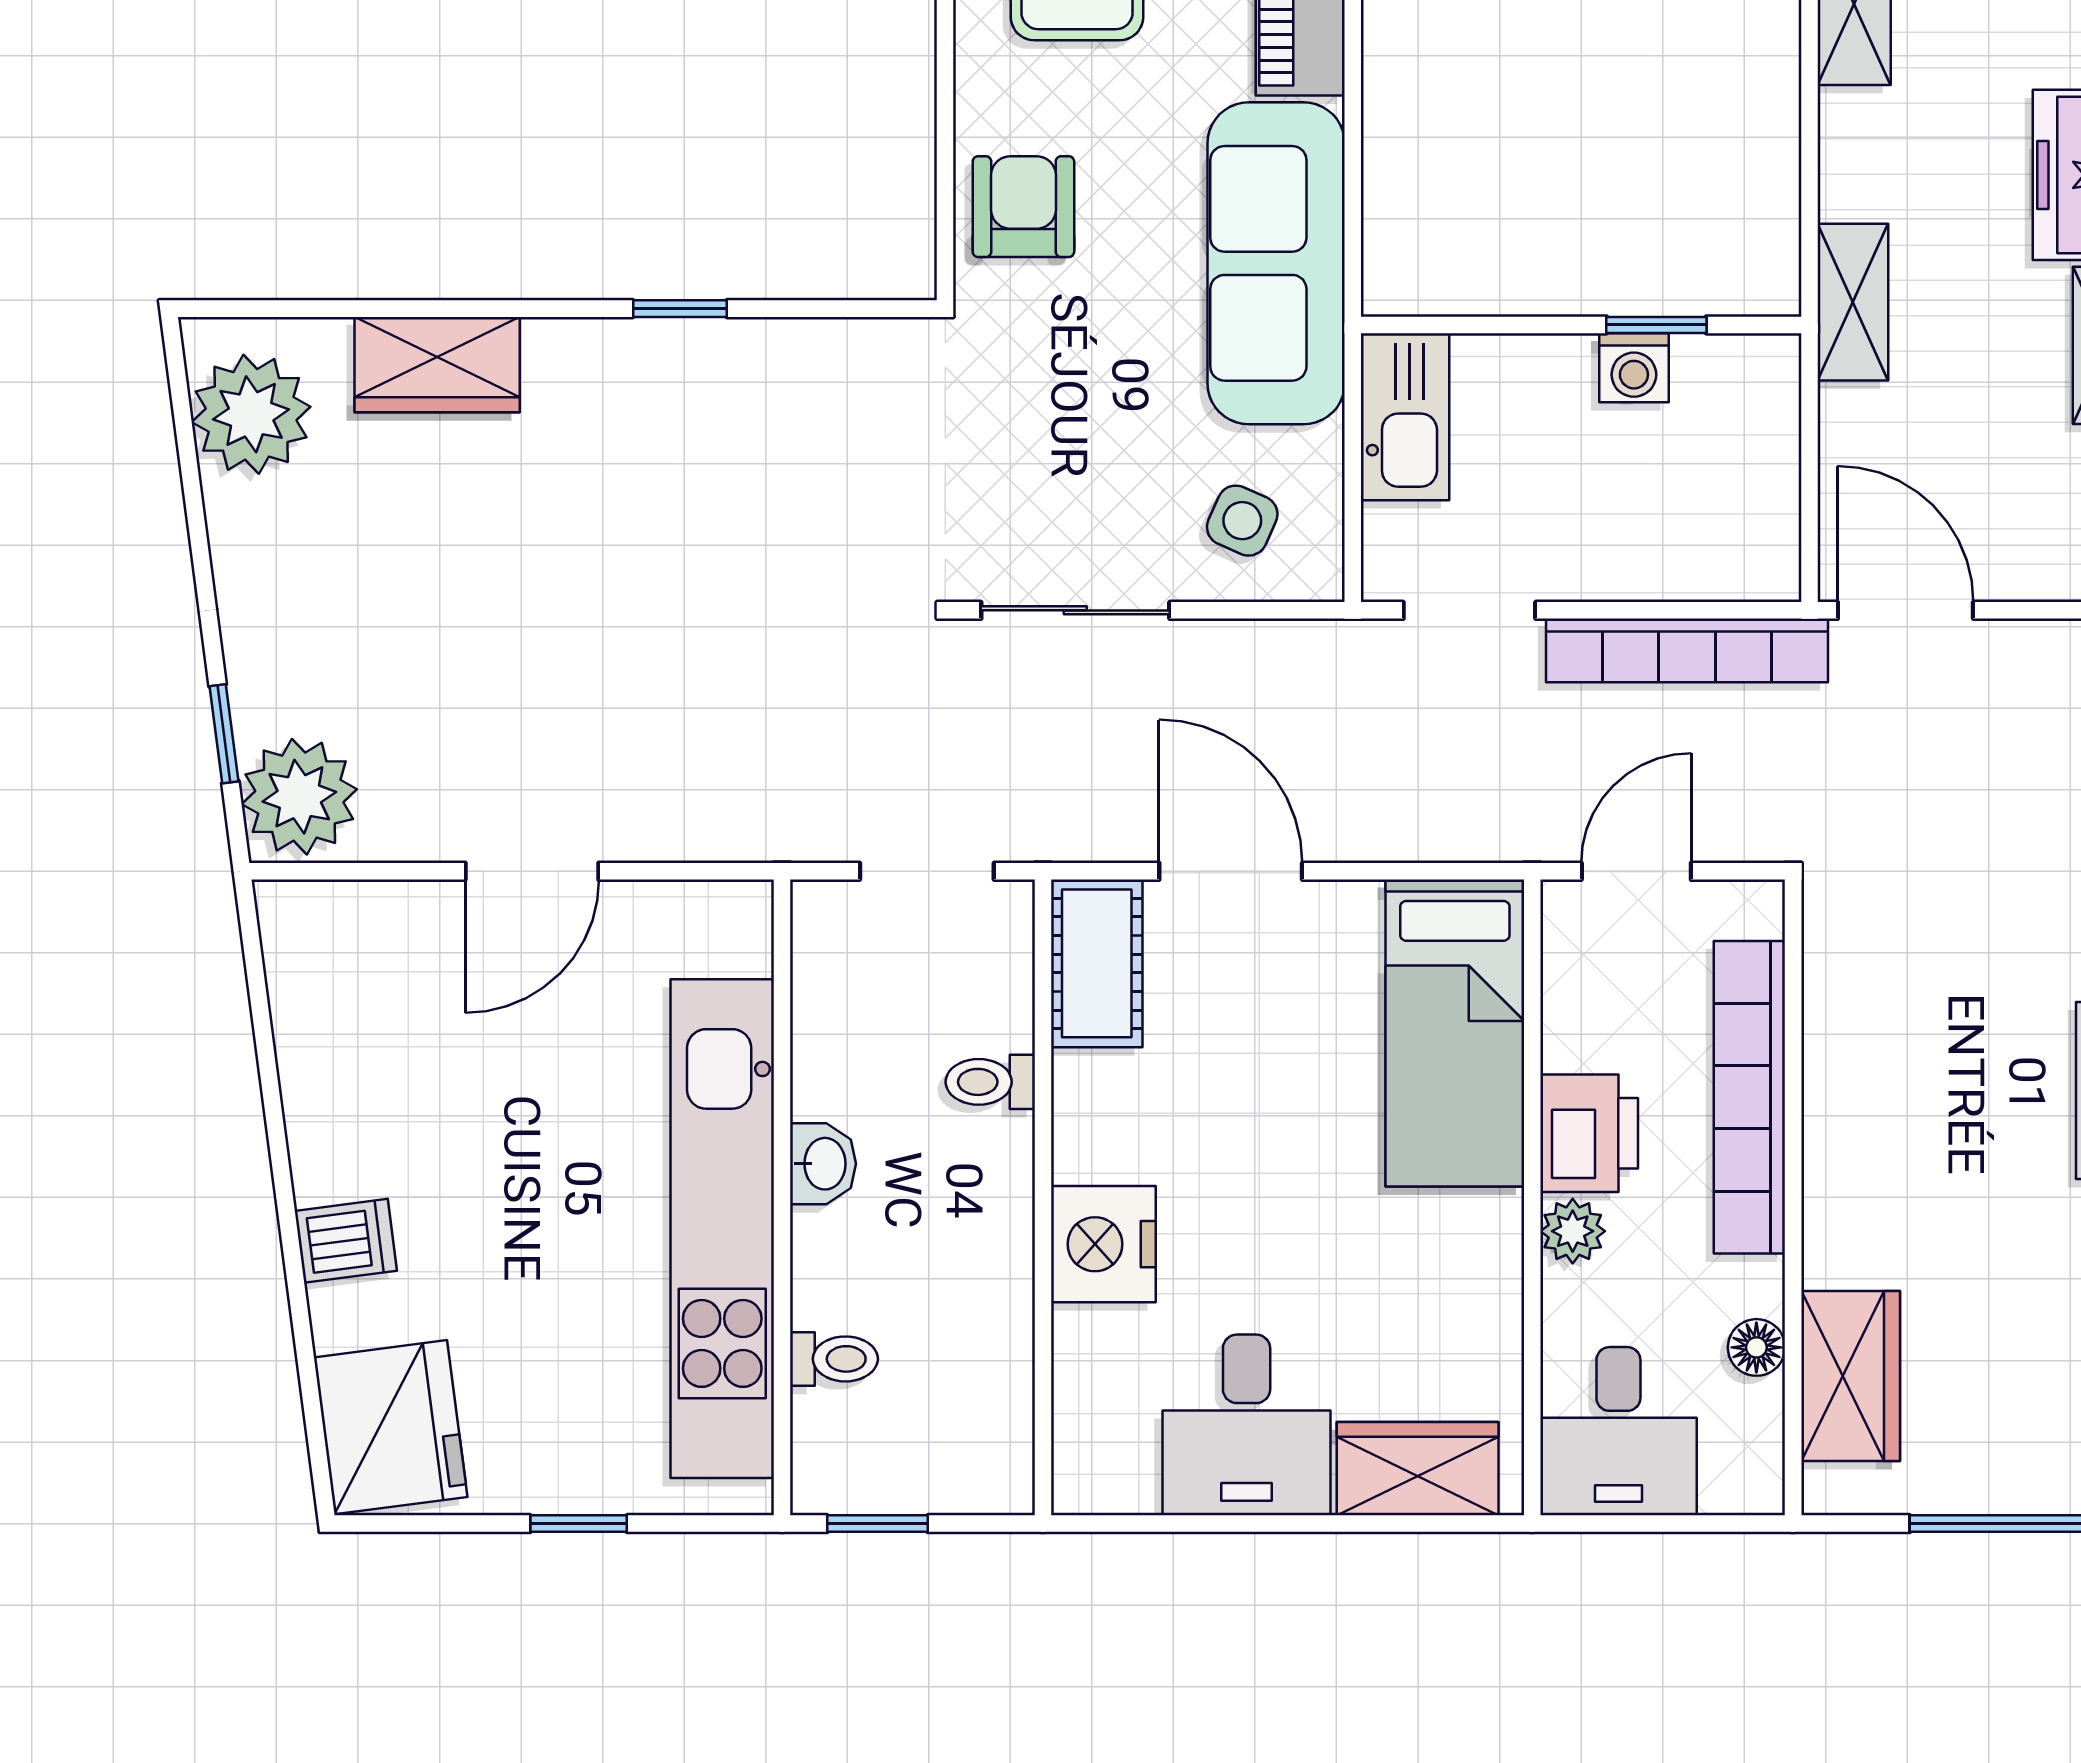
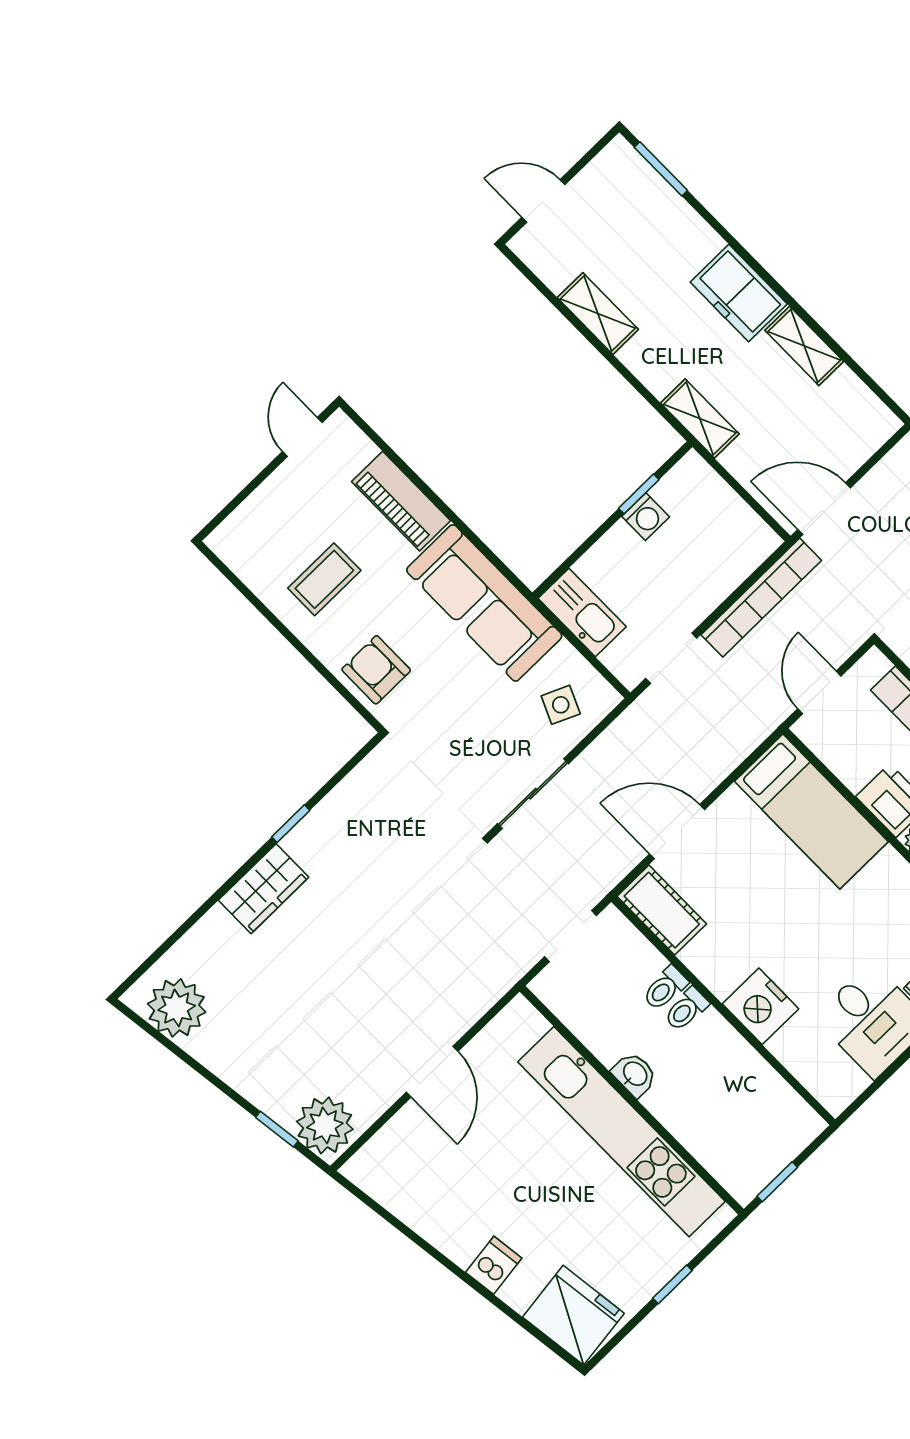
wardrobe: (437, 365) -> (264, 889), moved
toilet: (834, 1359) -> (686, 1009), moved, turned 180

